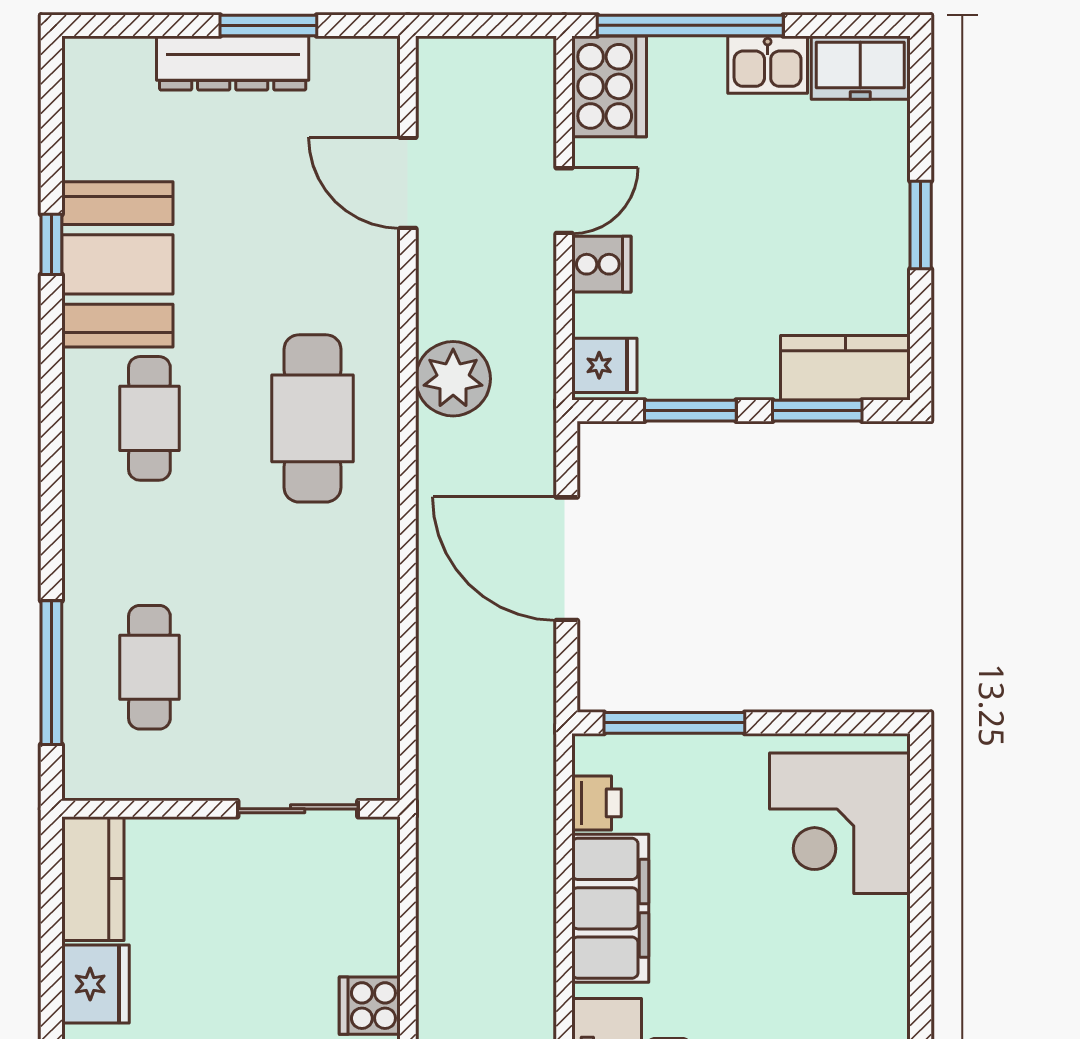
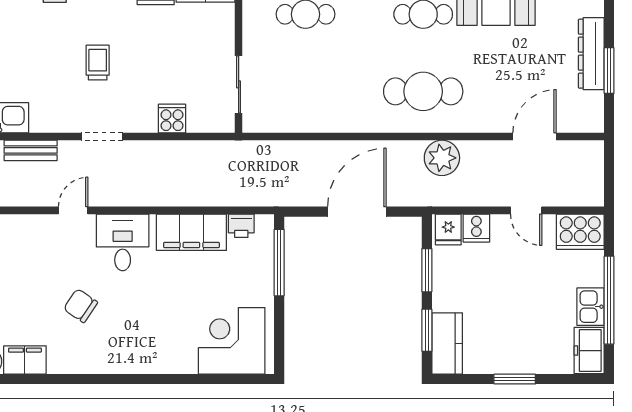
window: (690, 25) -> (609, 300), moved
cooker: (601, 264) -> (476, 228), moved
cooker: (370, 1006) -> (172, 119), moved

